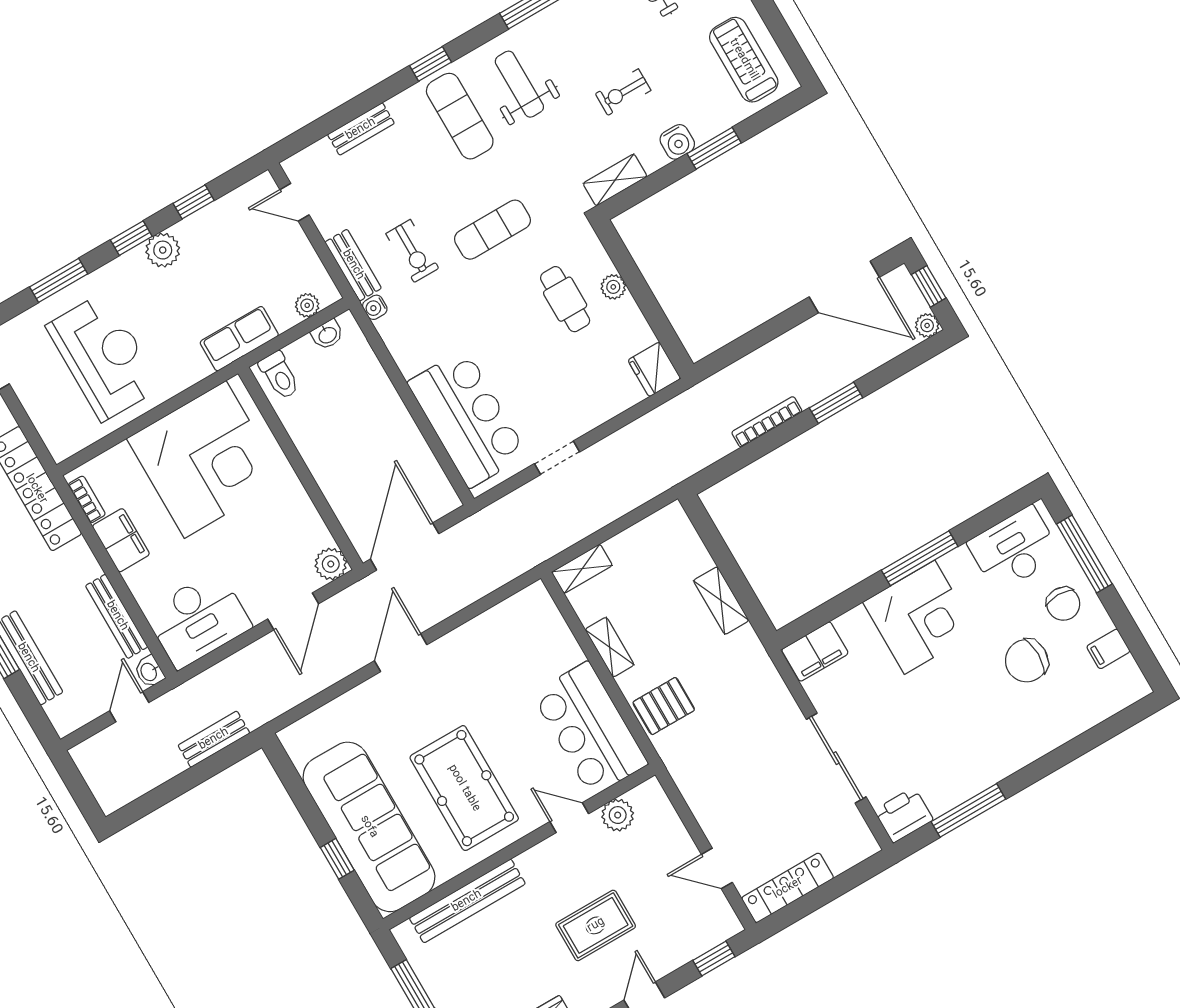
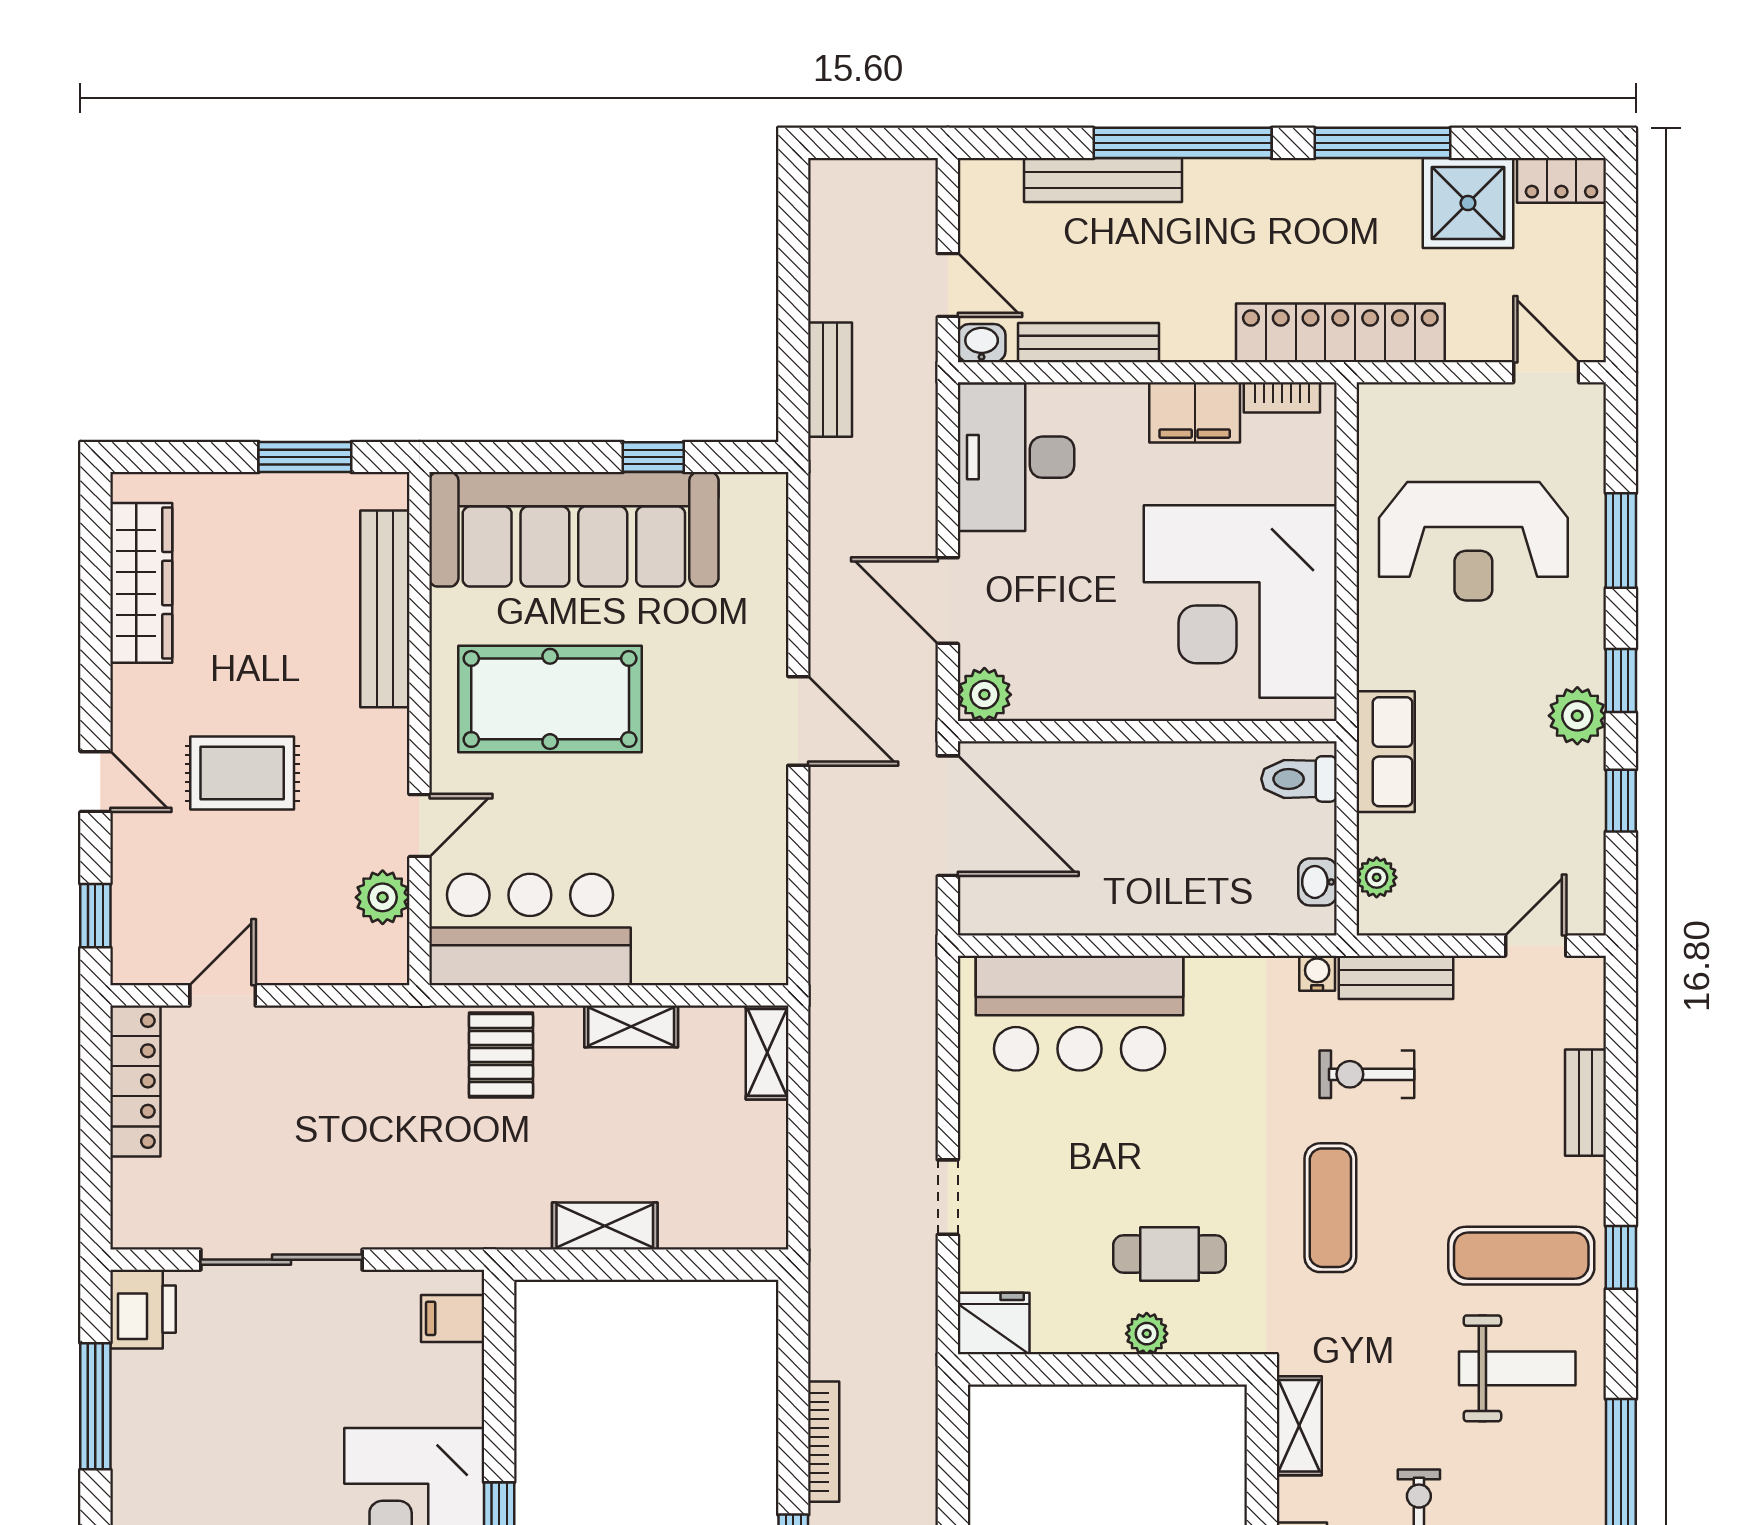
doorway: (557, 458) -> (948, 1197), moved
filing cabinet: (815, 652) -> (453, 1318), width x0.50
window: (337, 859) -> (653, 457), moved
rug: (596, 925) -> (242, 773), turned 90

